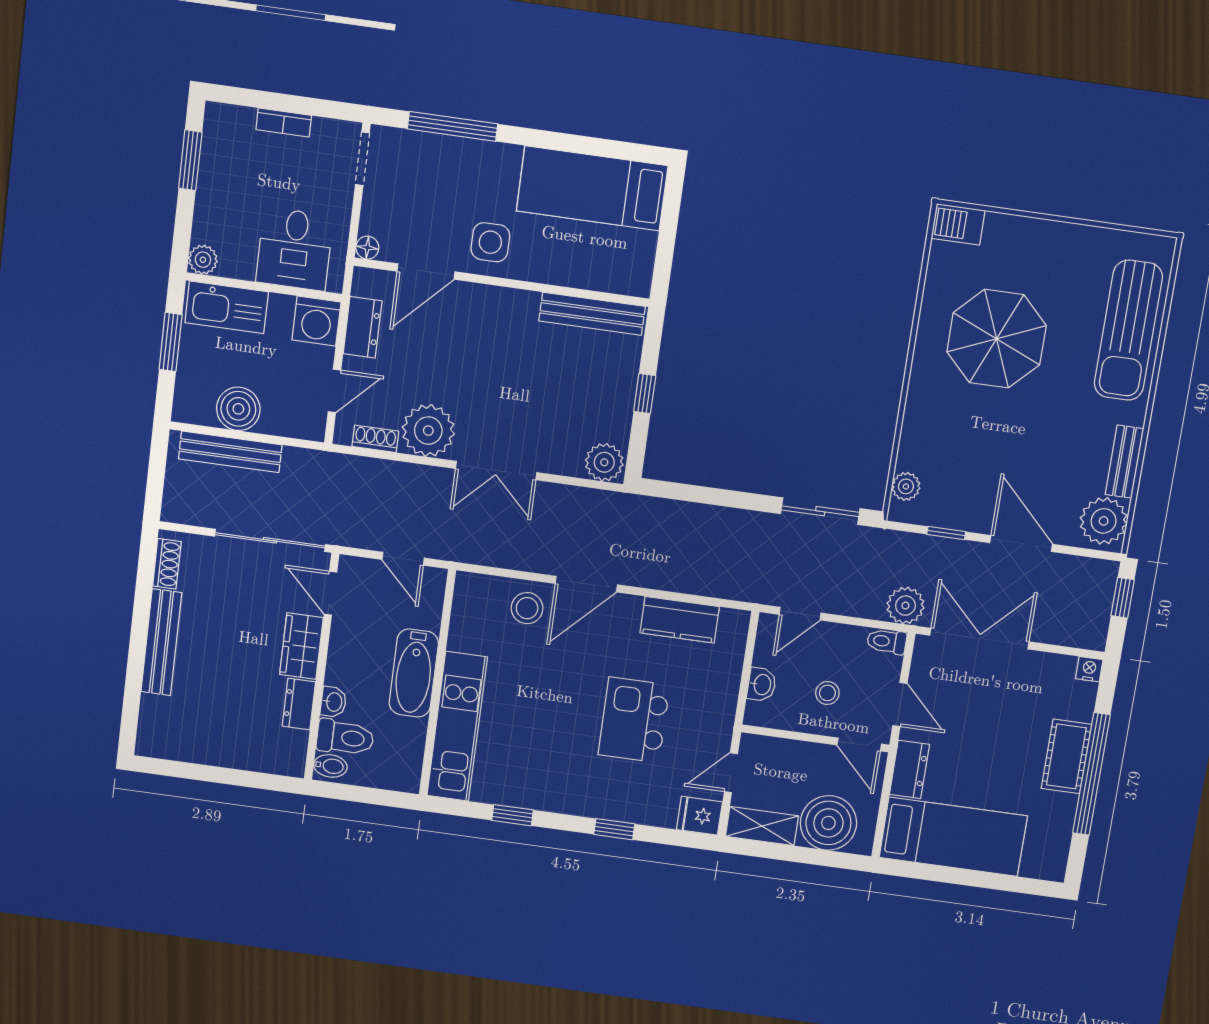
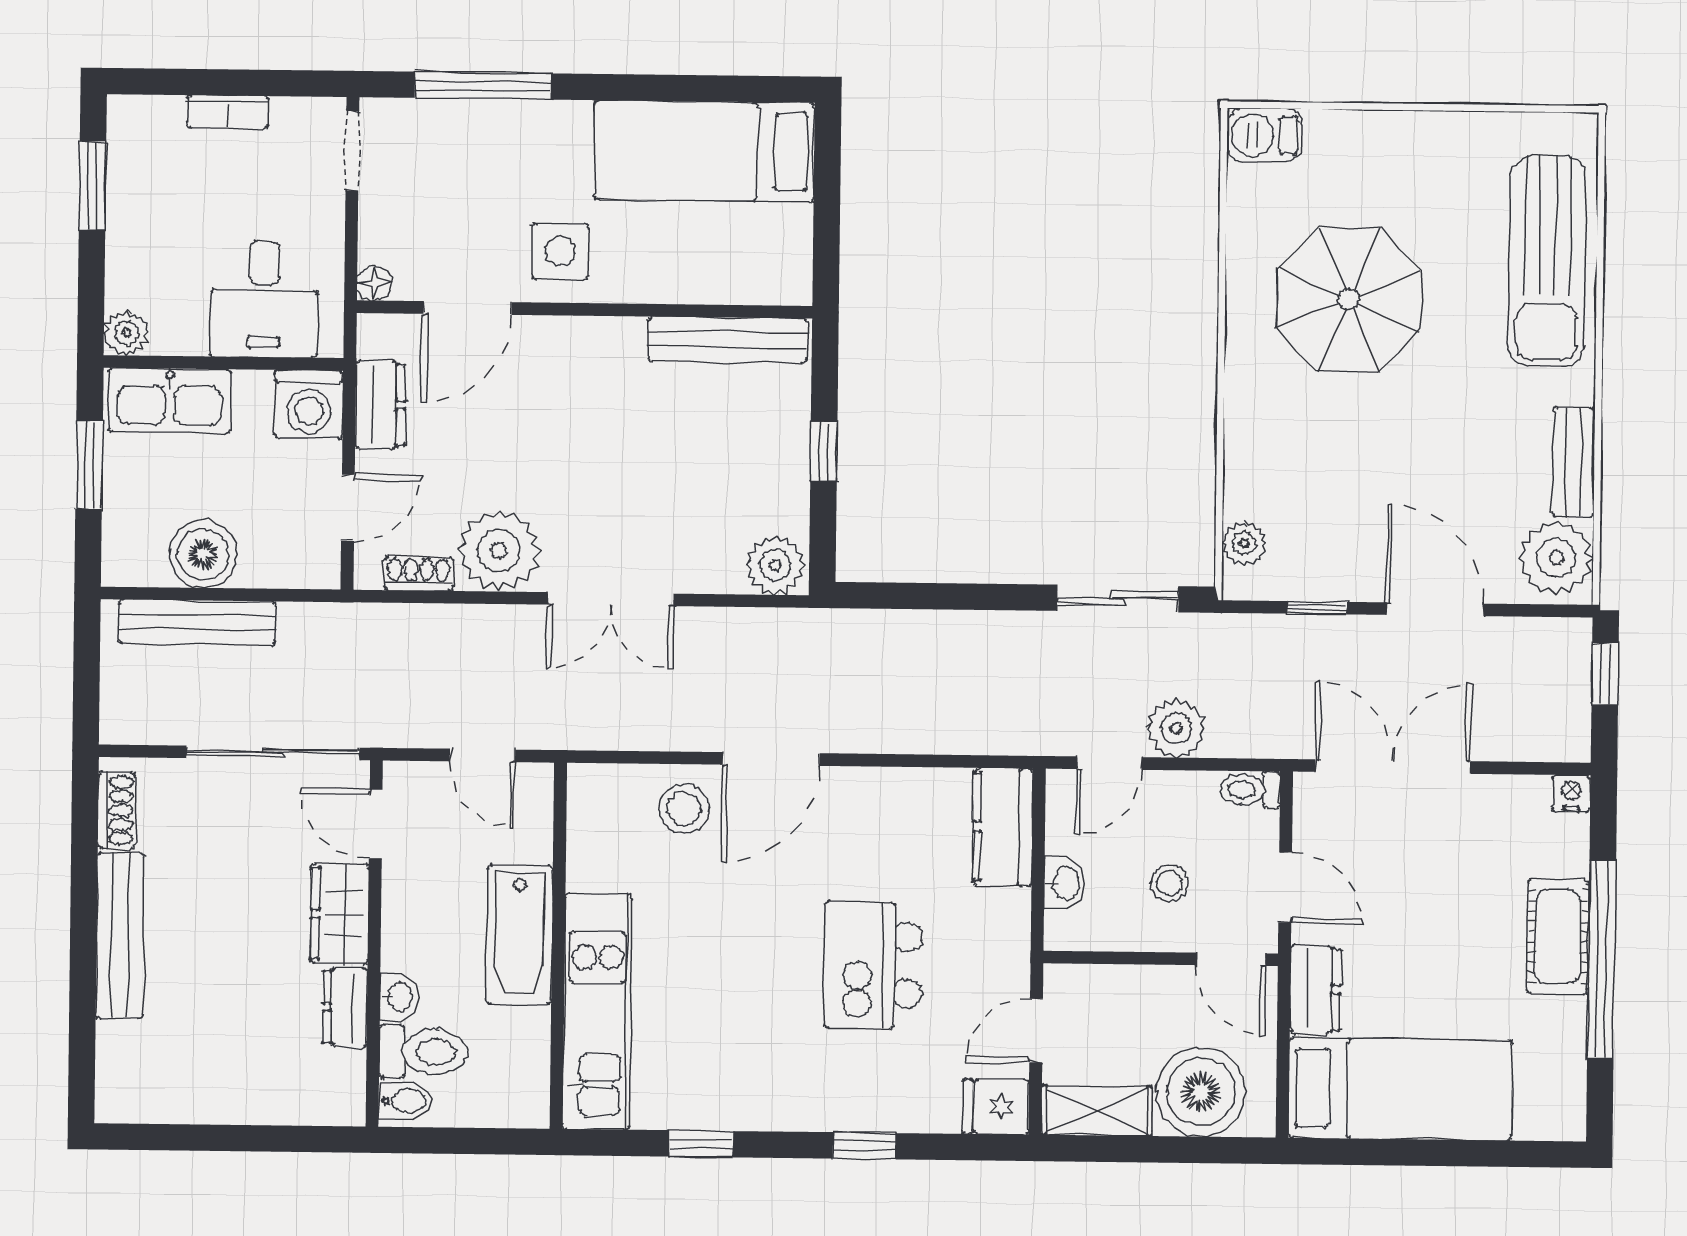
plant: (905, 606) -> (1176, 728), moved
kitchen counter: (680, 620) -> (1003, 827), moved, turned 90

